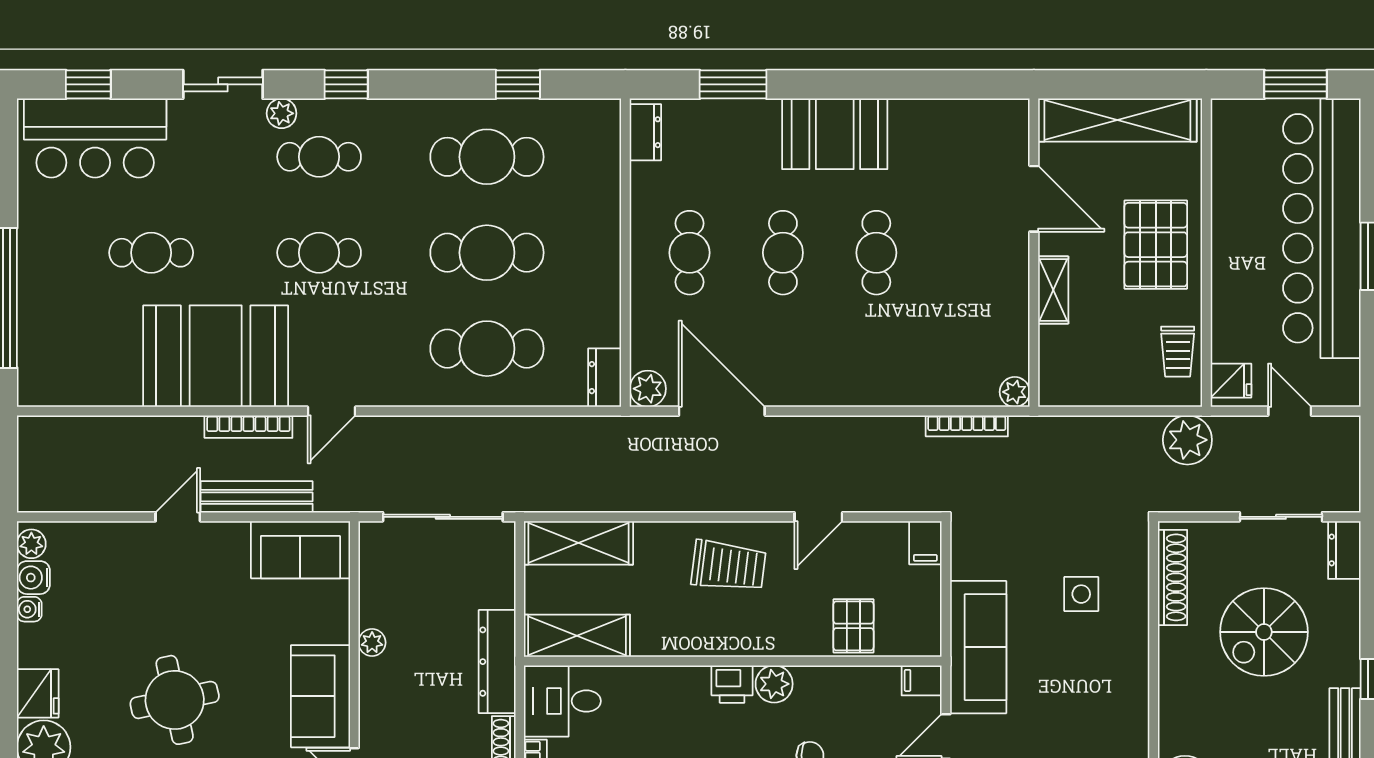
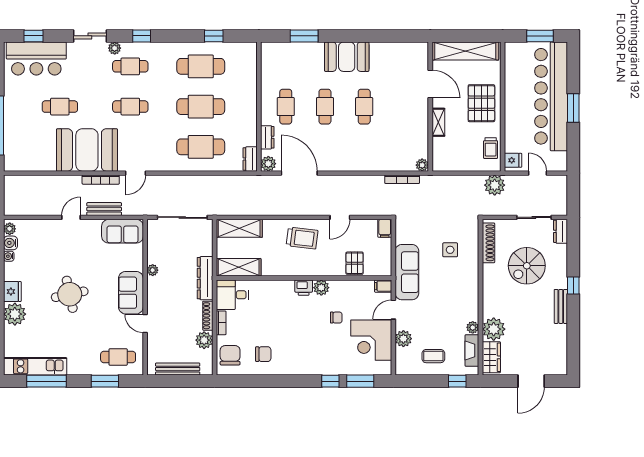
dresser: (645, 132) -> (267, 137), moved
bench: (257, 497) -> (104, 209), width x0.73

